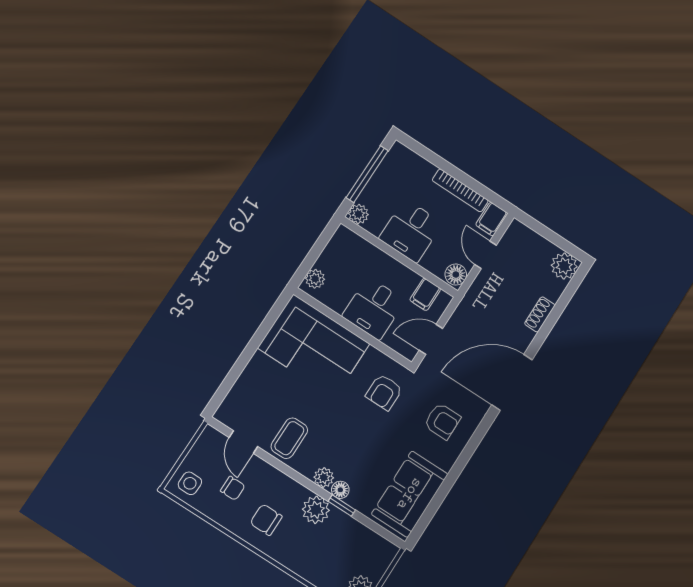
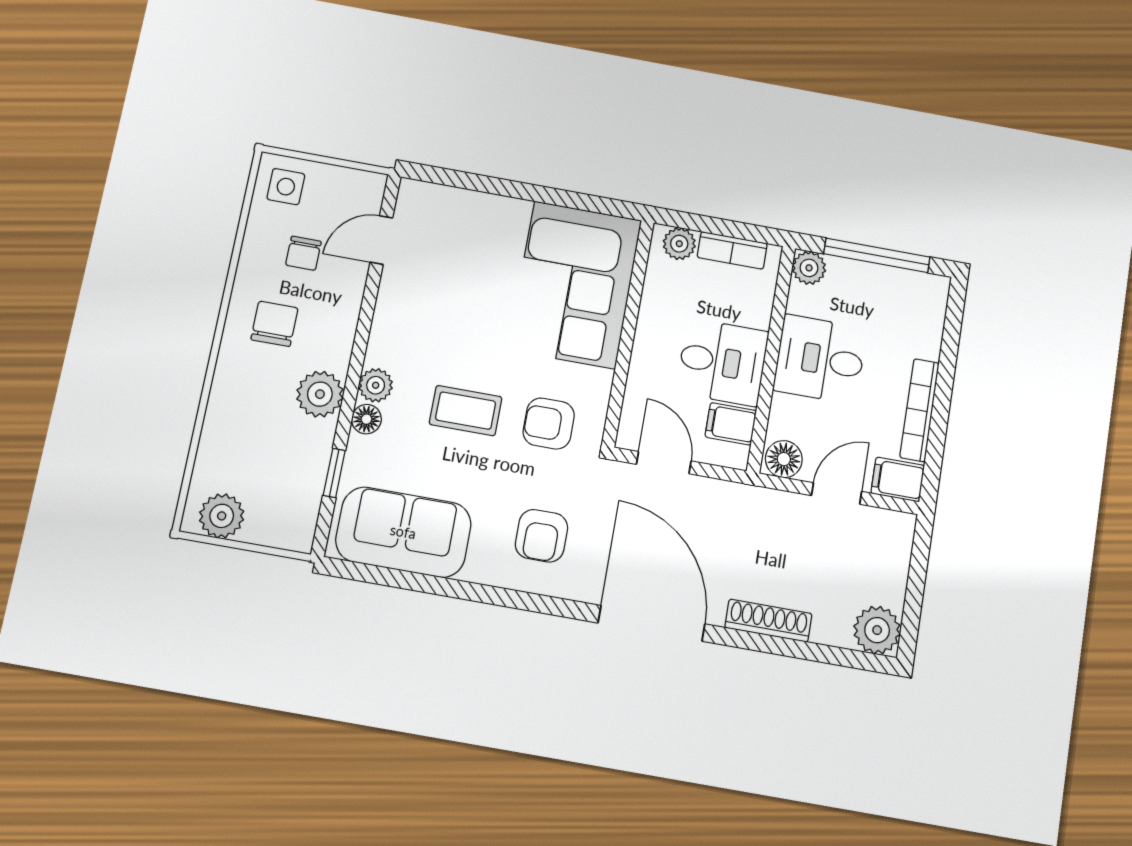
bookcase: (331, 252) -> (732, 250), added
desk: (374, 308) -> (722, 362), moved, turned 180
shoe rack: (540, 314) -> (768, 621), width x1.43
coffee table: (289, 438) -> (466, 411), moved
window: (342, 506) -> (334, 473), moved

